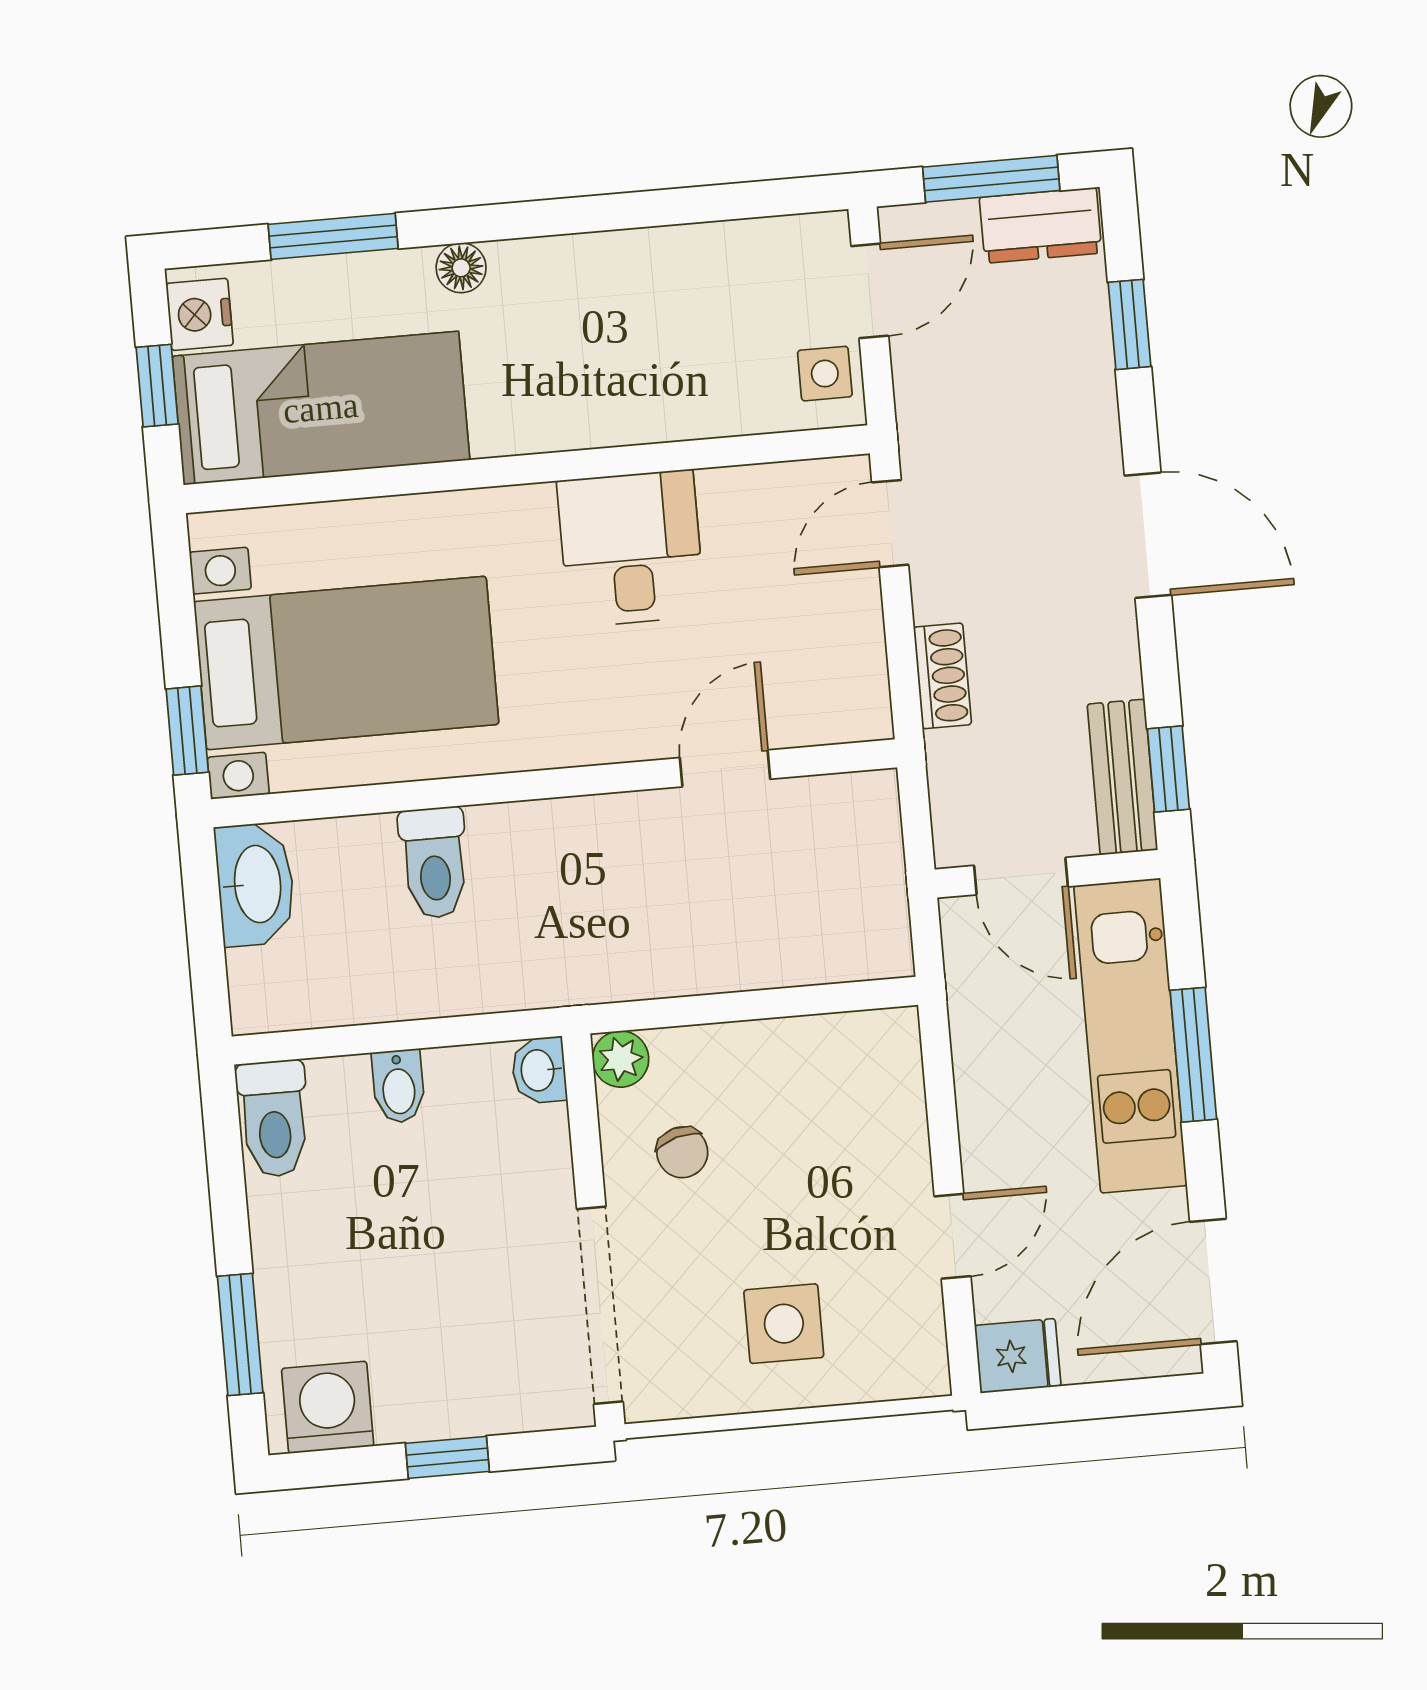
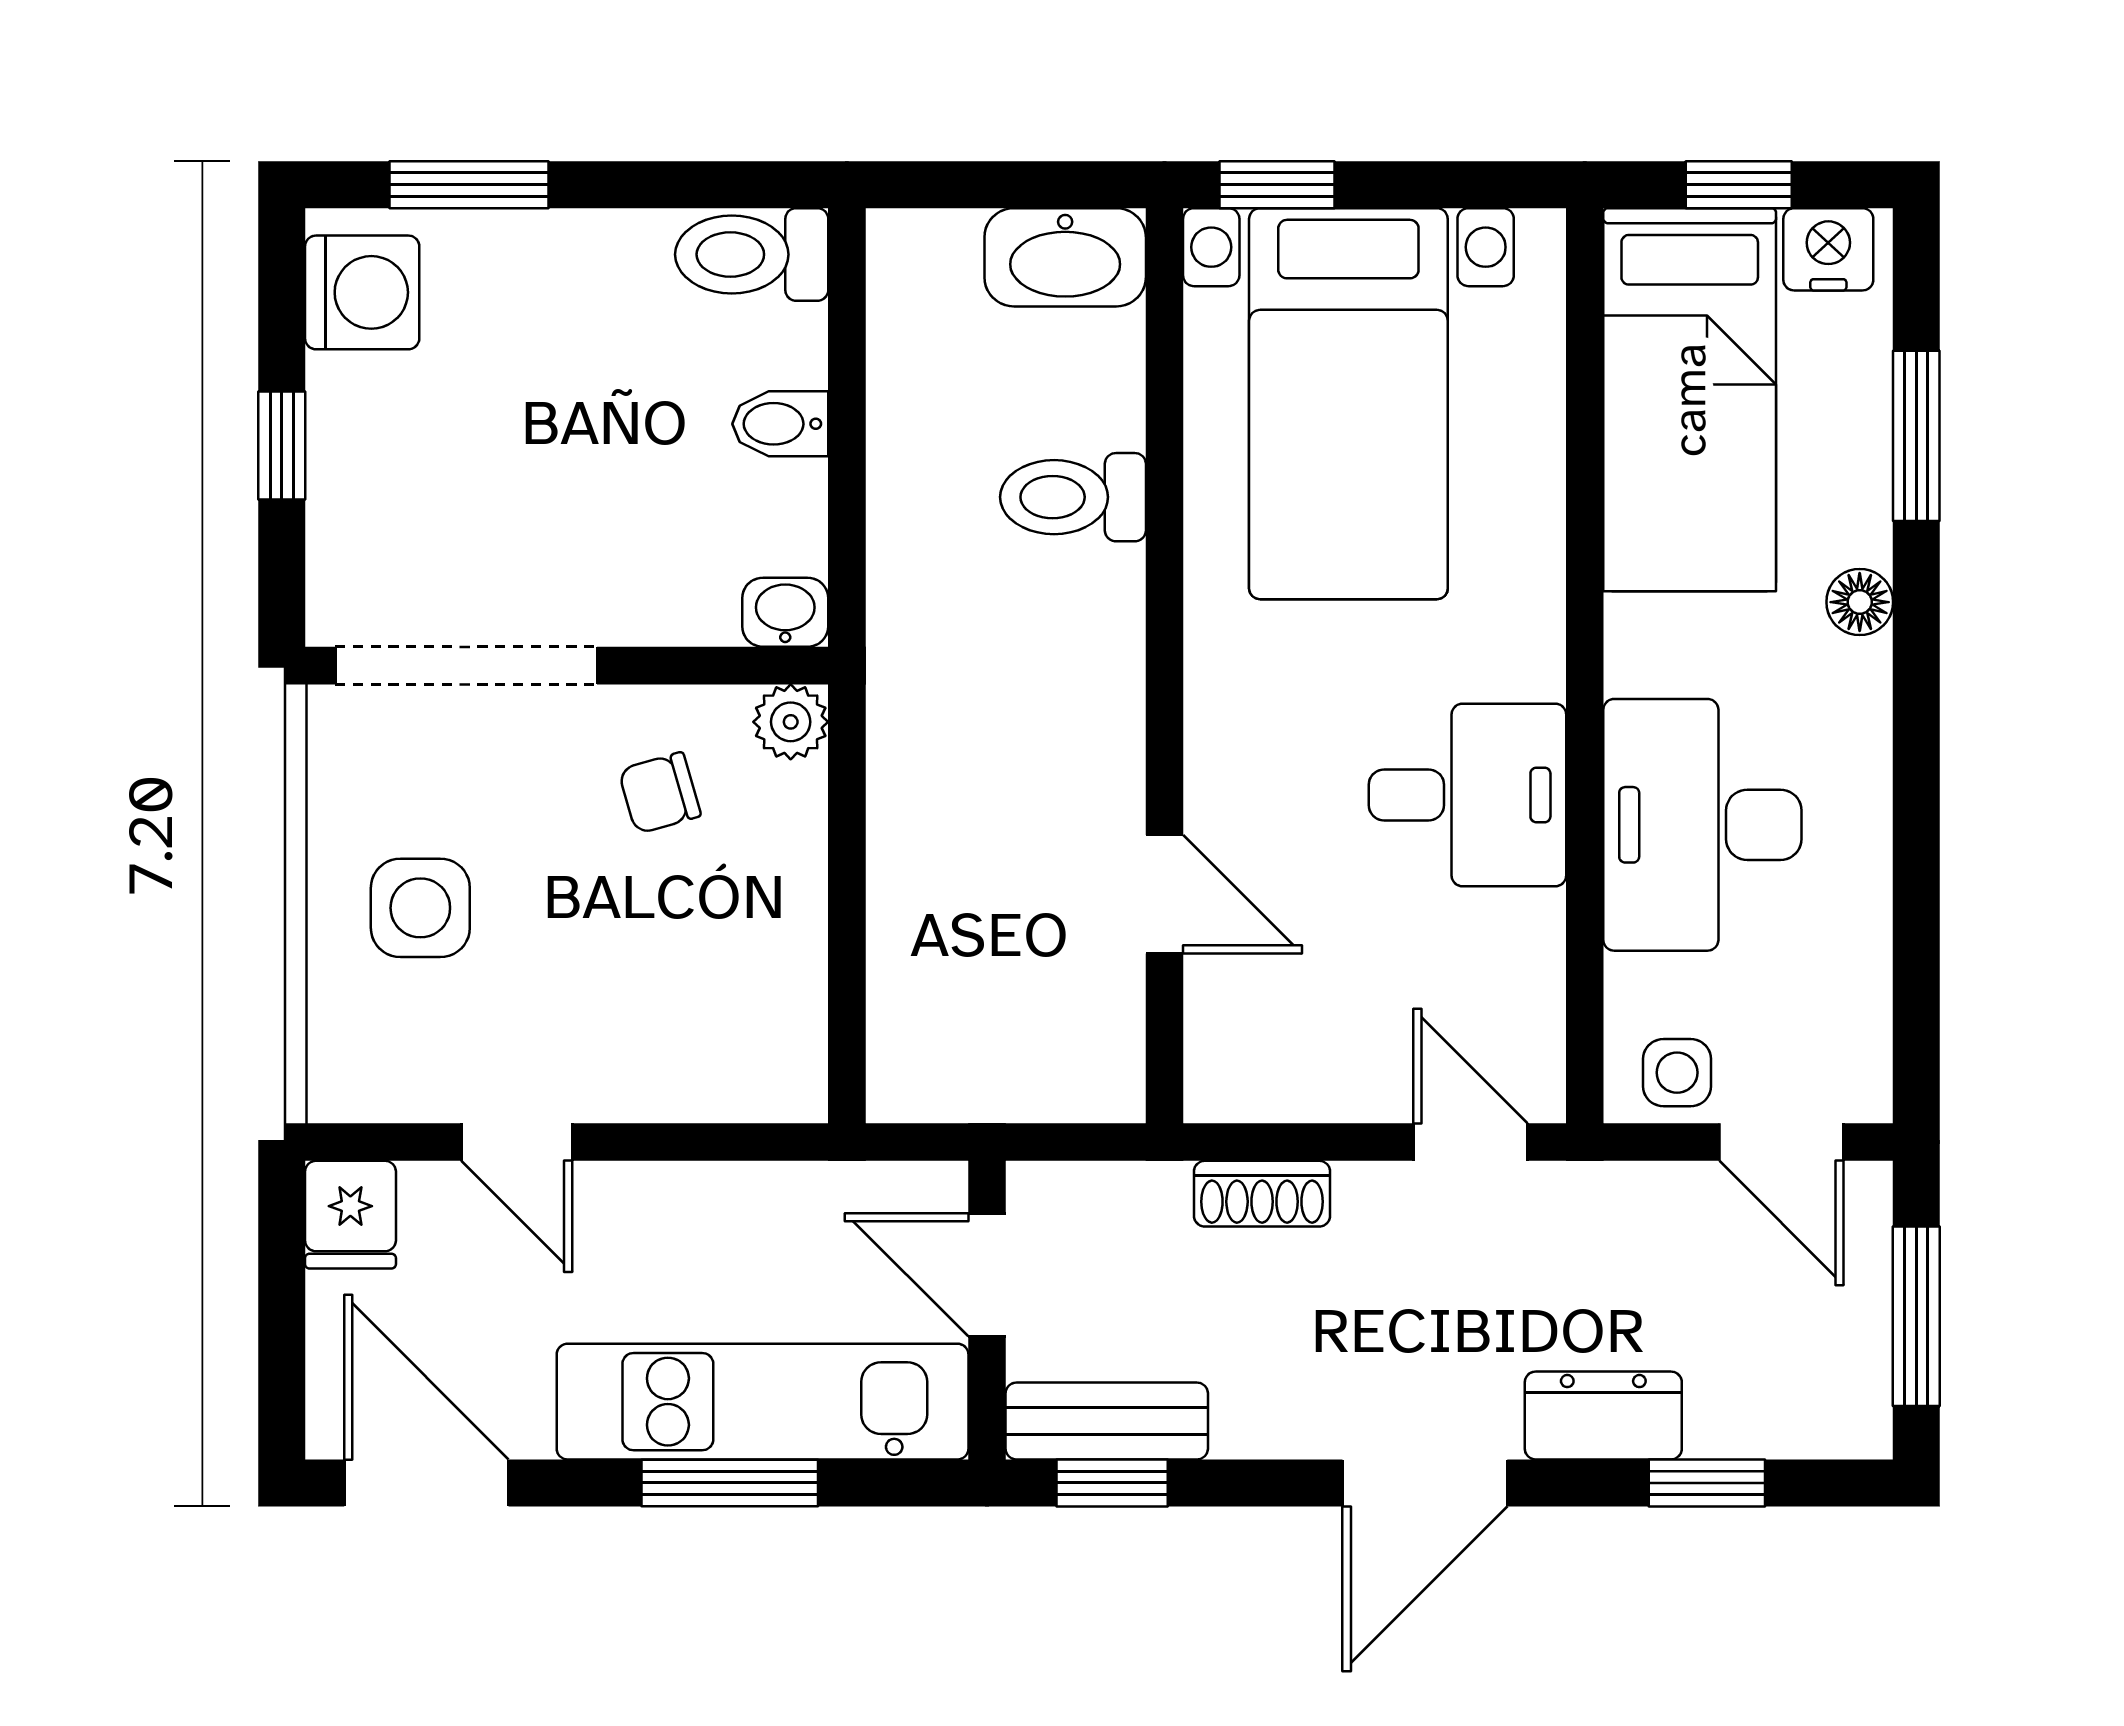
dresser: (1041, 225) -> (1603, 1415), moved, turned 90
desk: (638, 371) -> (1702, 825), added
door: (1021, 876) -> (987, 1275), hinge flipped

